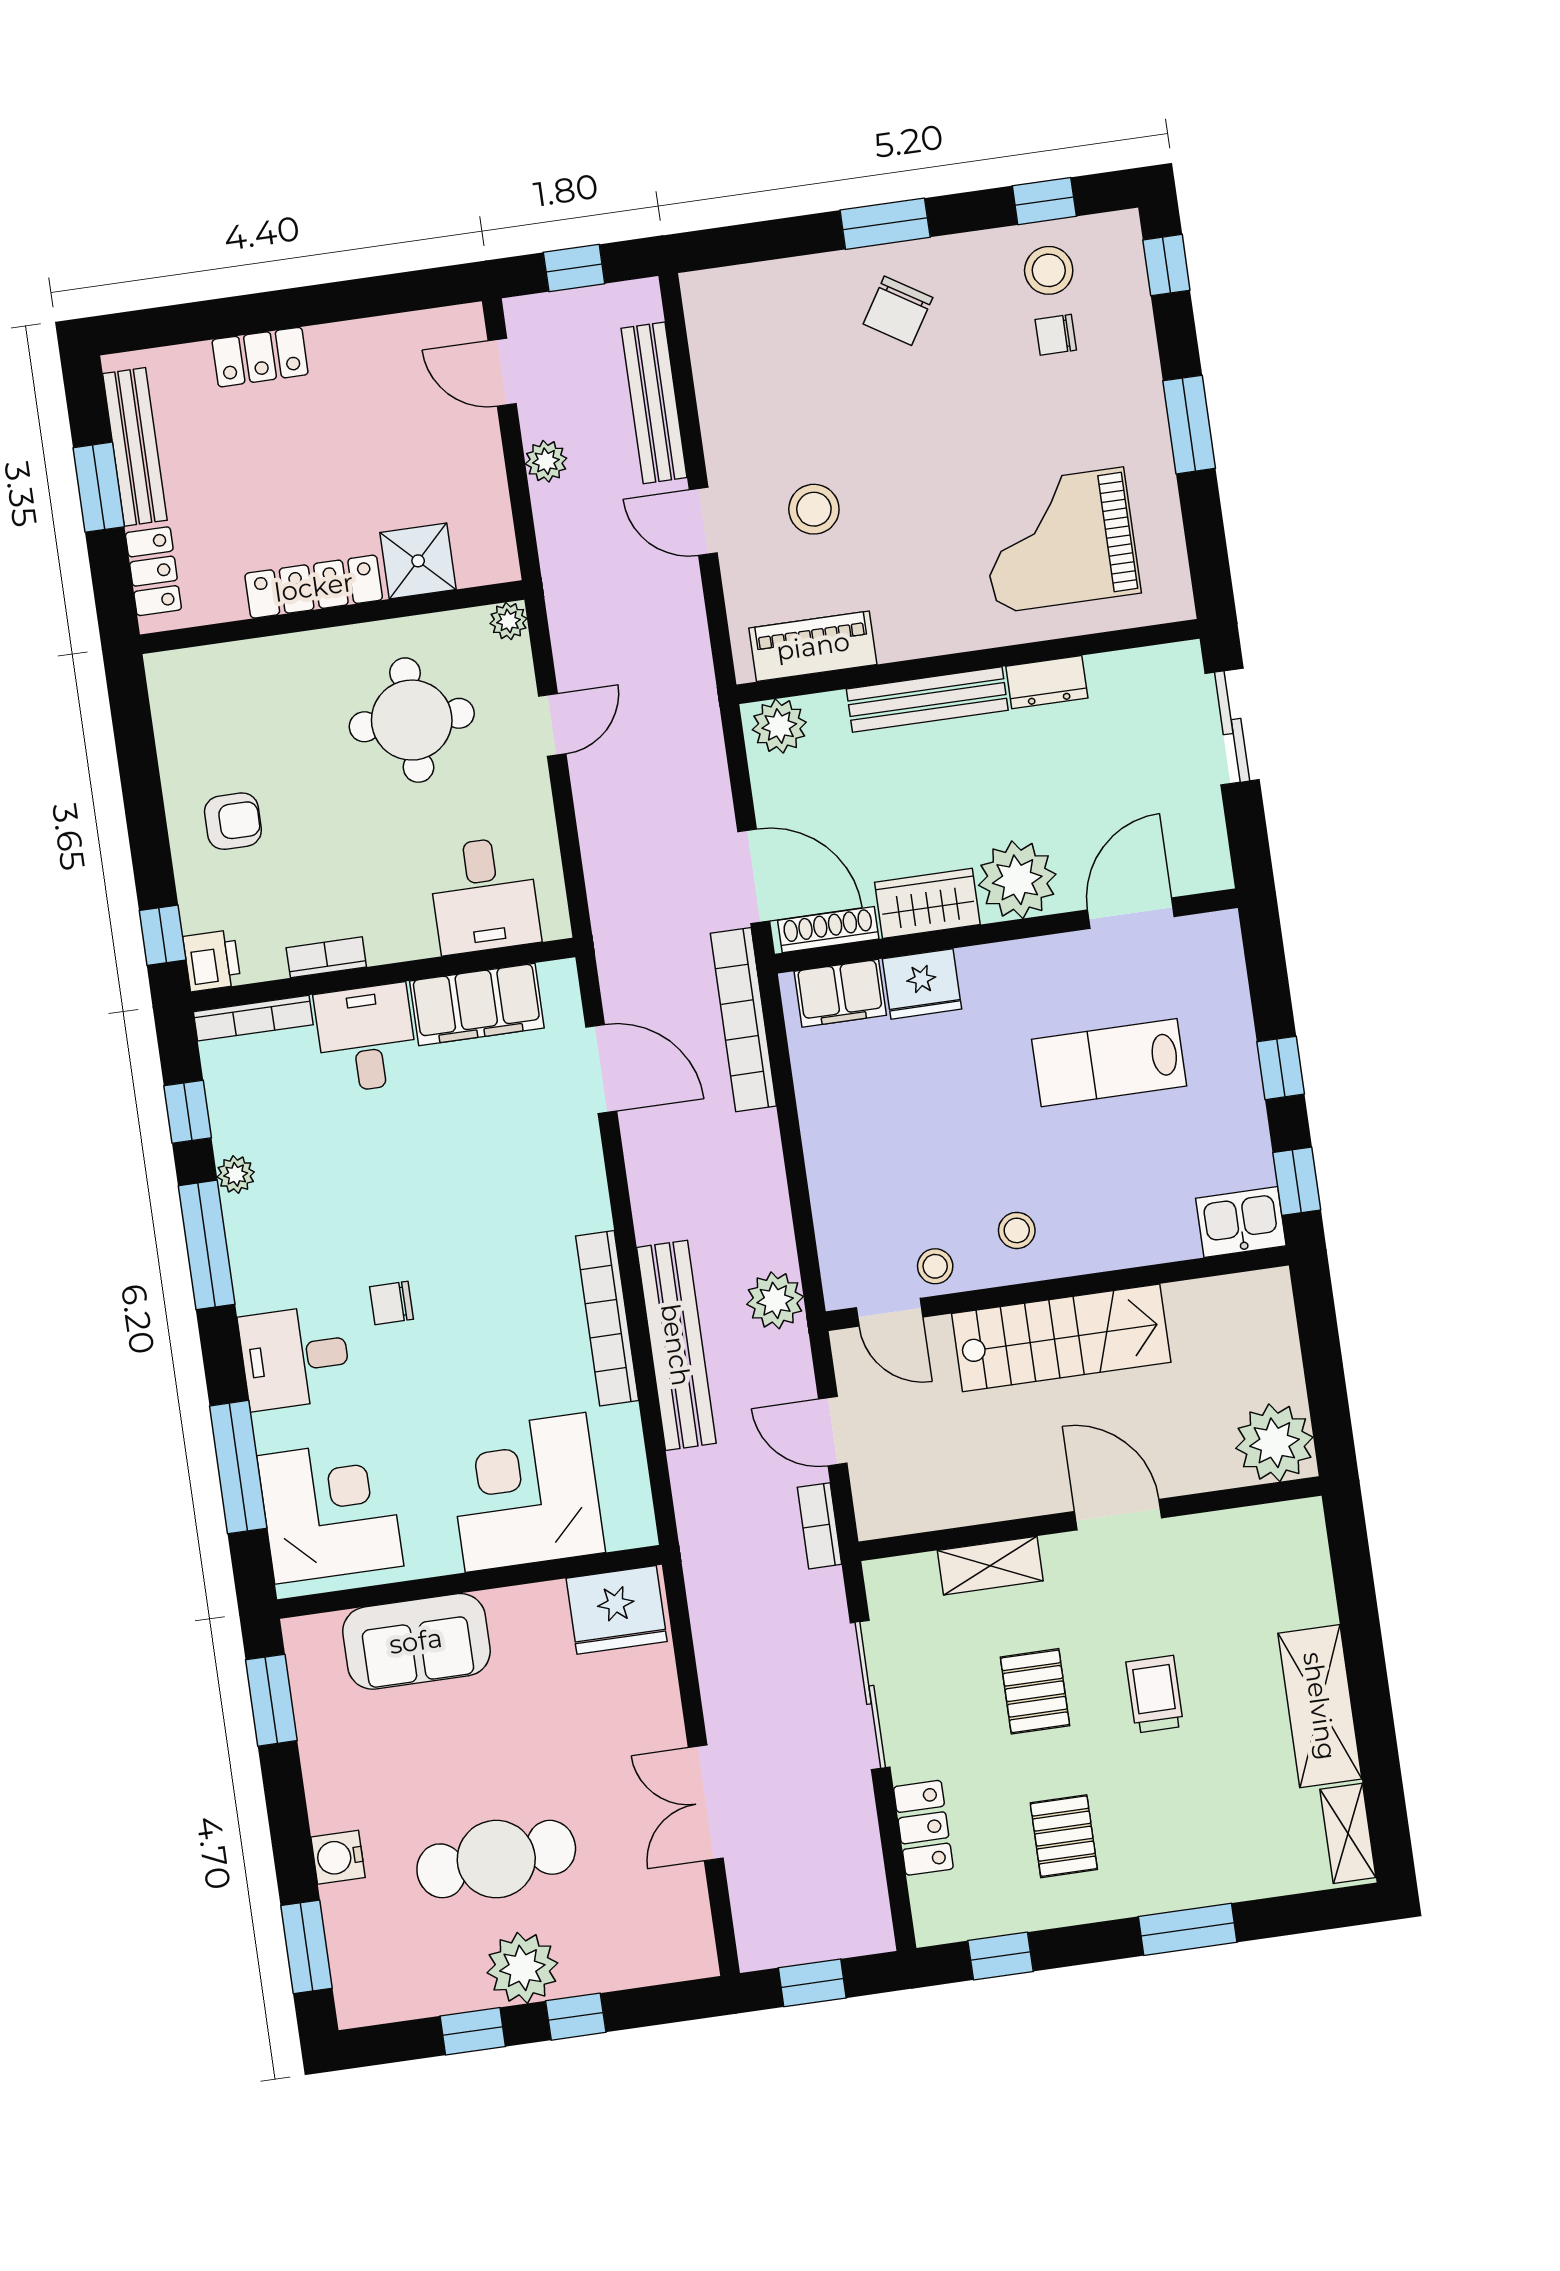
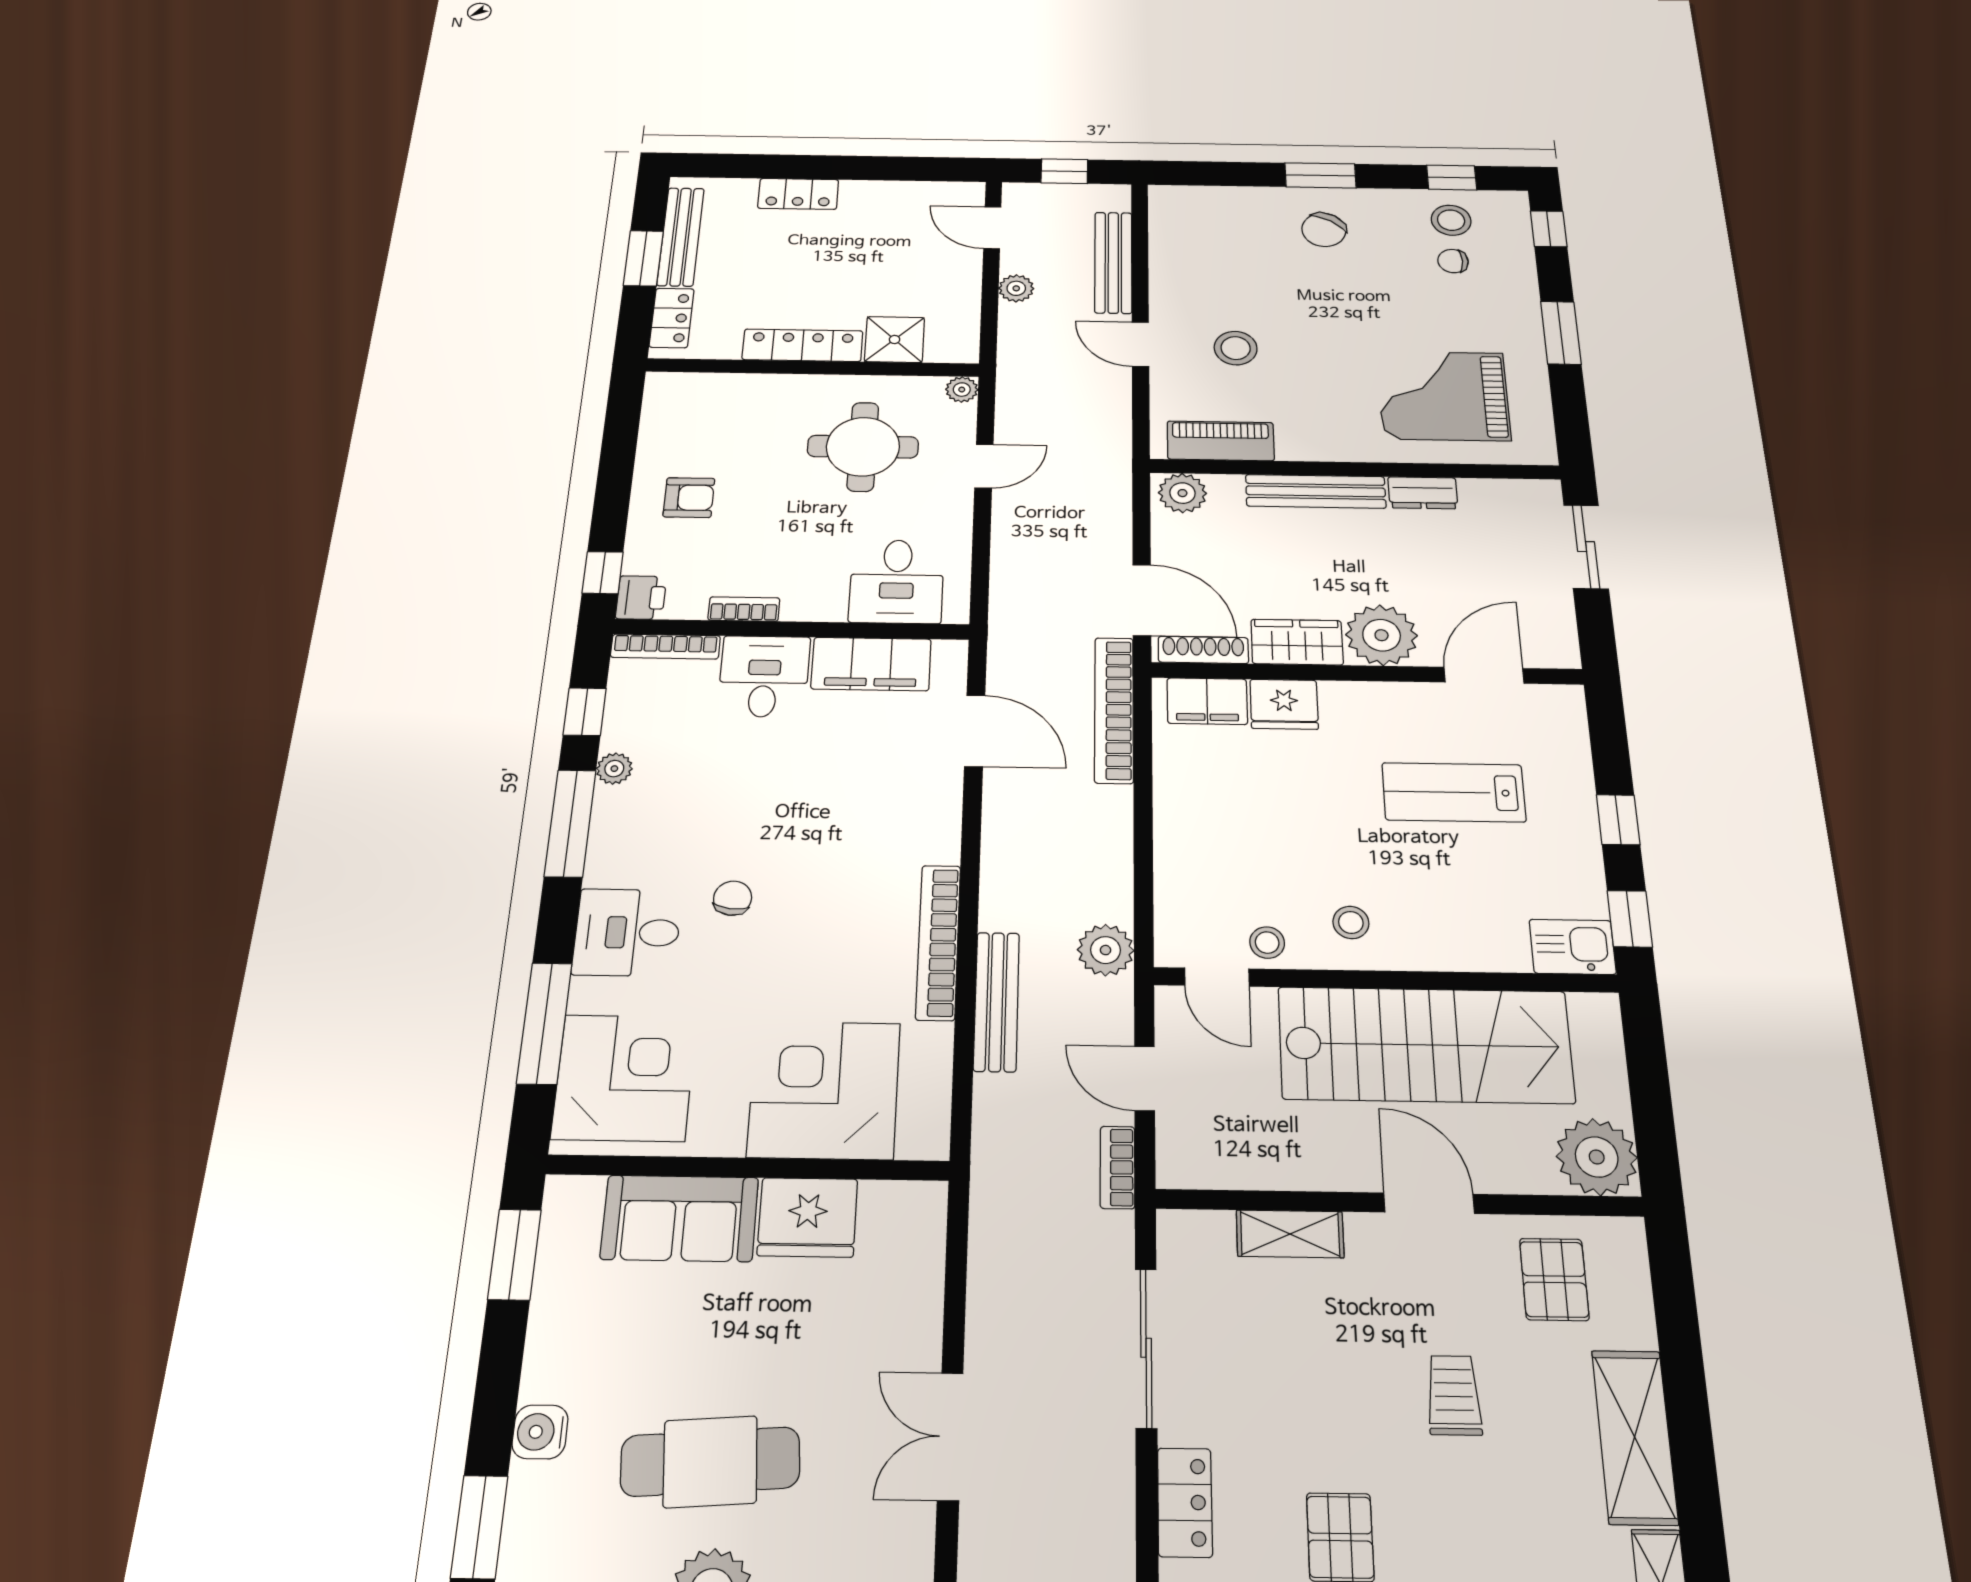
chair: (391, 1303) -> (733, 898), turned 97
stairs: (1061, 1338) -> (1425, 1045), width x1.36, depth x1.51
bench: (676, 1345) -> (996, 1001), width x0.73, depth x0.82
fridge: (617, 1610) -> (808, 1217), moved
pallet: (1035, 1691) -> (1554, 1279), moved

